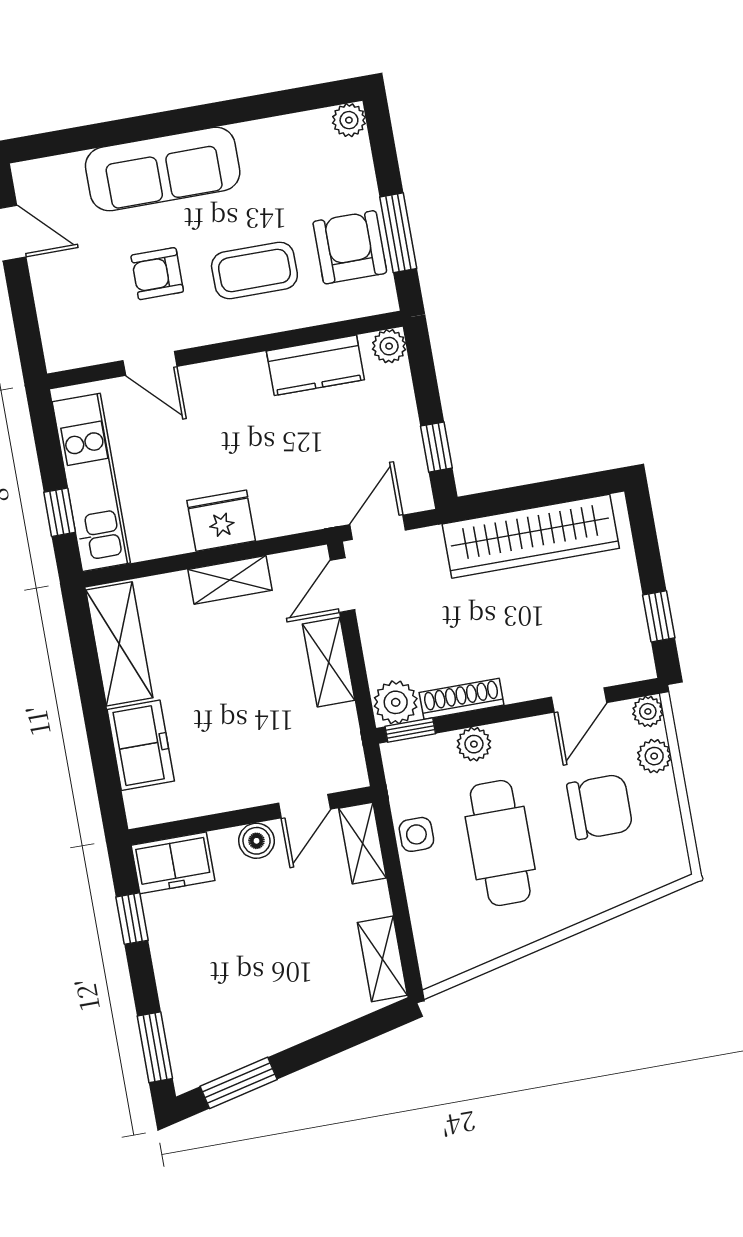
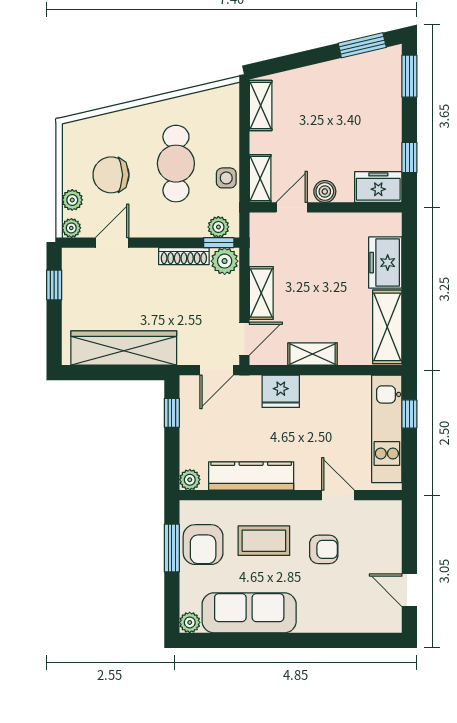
sofa: (163, 169) -> (249, 613), moved
kitchen counter: (315, 365) -> (251, 476), width x1.50
fridge: (221, 521) -> (281, 391), moved
plant: (474, 744) -> (218, 227), moved

